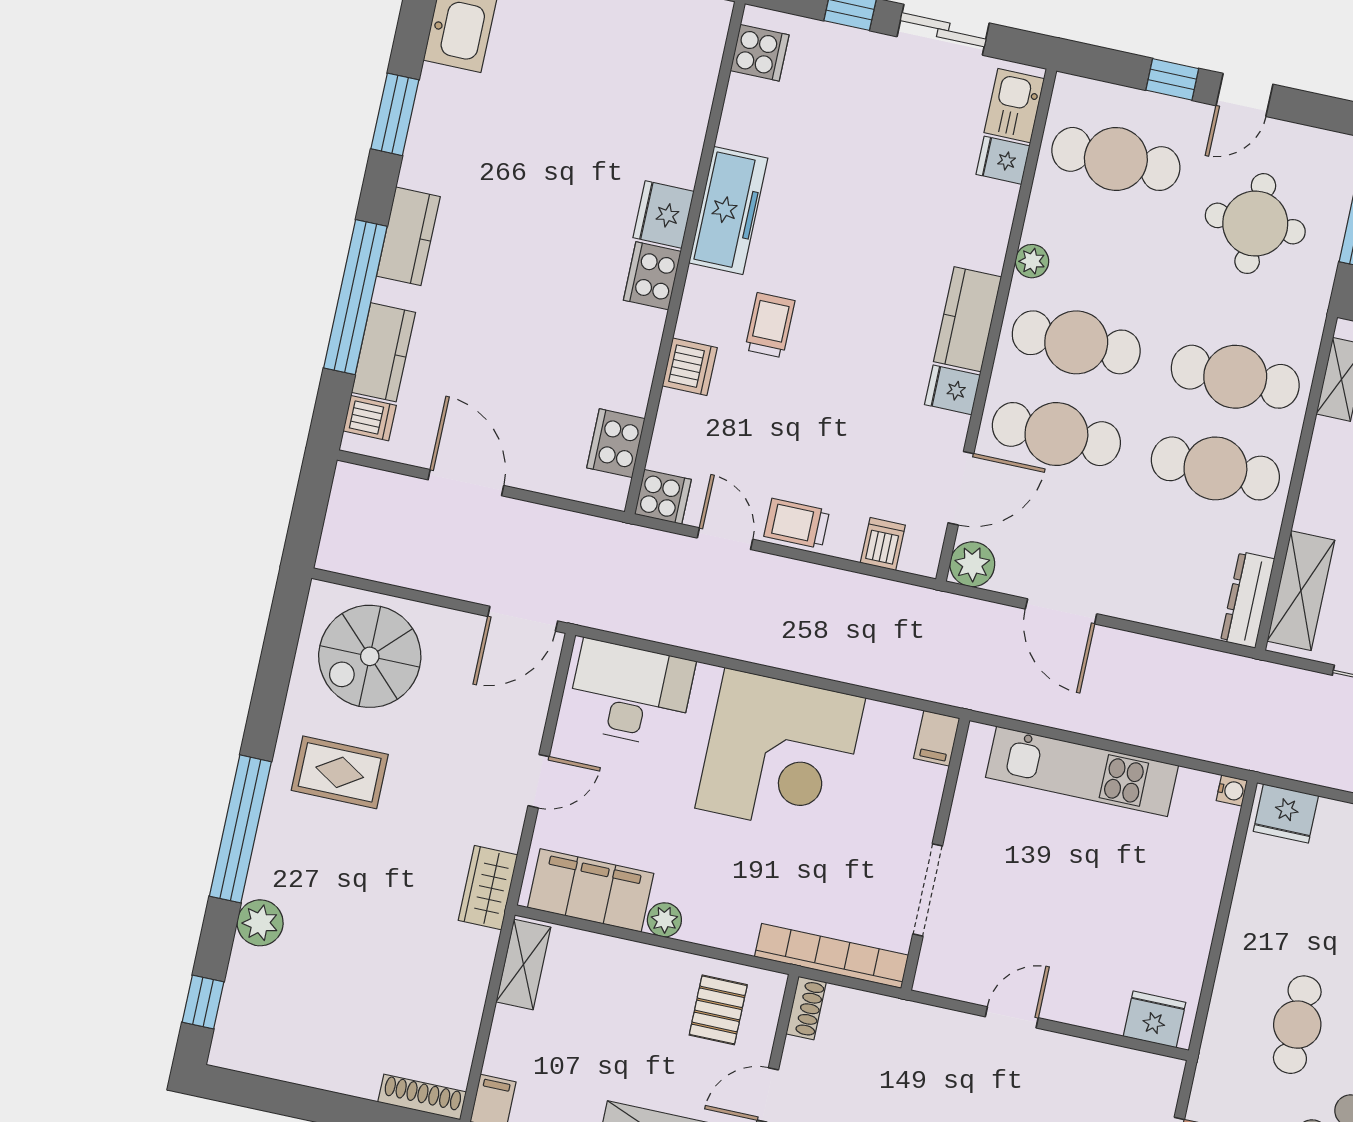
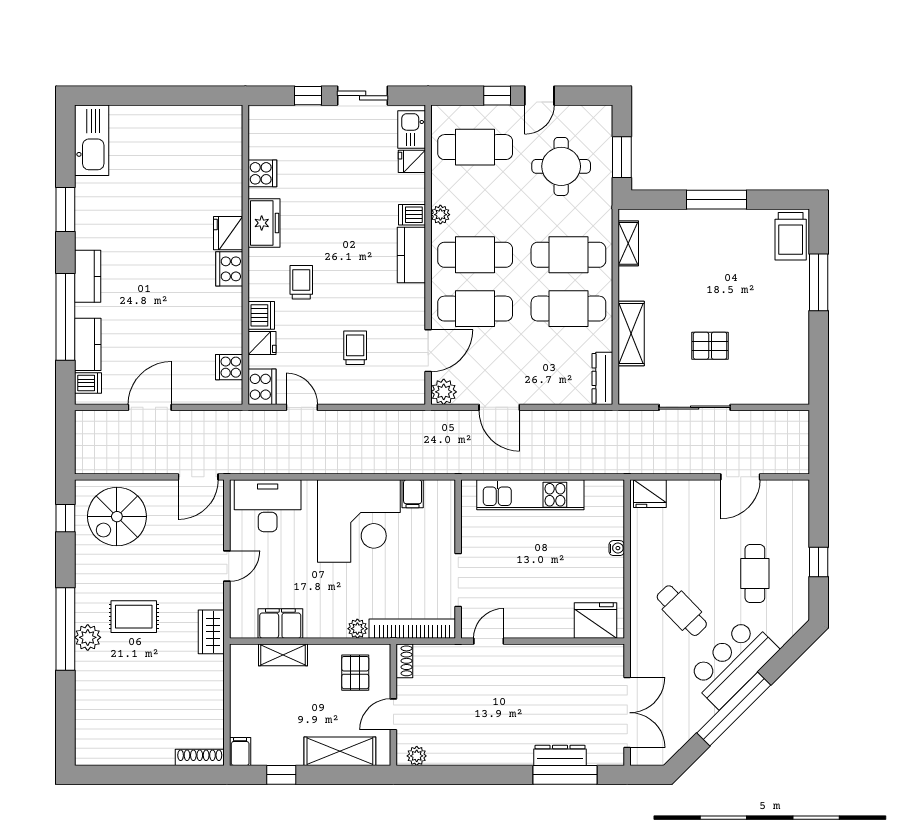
cooker: (760, 53) -> (262, 173), moved
freezer: (728, 210) -> (264, 223), width x0.71
fridge: (952, 390) -> (262, 343), moved, turned 180
cooker: (616, 443) -> (229, 367), width x0.73
door: (466, 483) -> (150, 407), hinge flipped
cooker: (663, 497) -> (262, 387), width x1.36
trolley: (797, 523) -> (355, 348), moved, turned 90
dishwasher: (883, 544) -> (412, 215), moved, turned -90
shelving: (1301, 591) -> (631, 334), moved
filing cabinet: (937, 738) -> (413, 494), moved
rug: (340, 772) -> (134, 617), moved
water cooler: (1232, 790) -> (617, 548), moved
filing cabinet: (591, 890) -> (280, 624), width x0.67, depth x0.86
plant: (664, 920) -> (357, 629), moved
plant: (260, 923) -> (88, 637), moved
shelving: (523, 965) -> (283, 655), moved, turned 90
window: (203, 1002) -> (65, 518), moved
door: (1012, 1017) -> (489, 641), moved
fridge: (1155, 1019) -> (596, 620), width x1.36, depth x1.34
cafe table: (1297, 1025) -> (682, 611), turned -44

